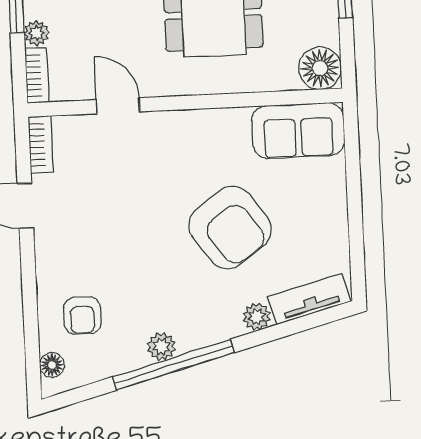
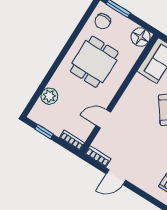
plant: (36, 33) -> (57, 130), removed

